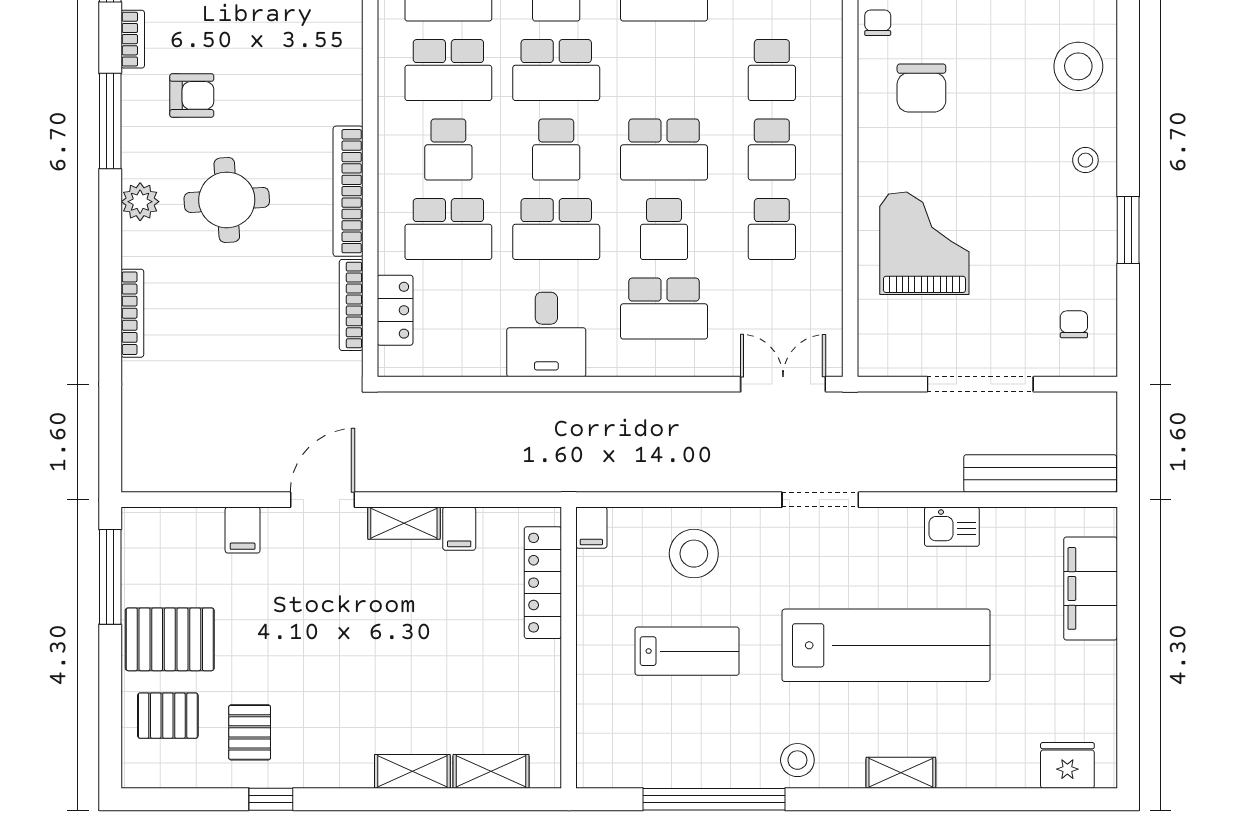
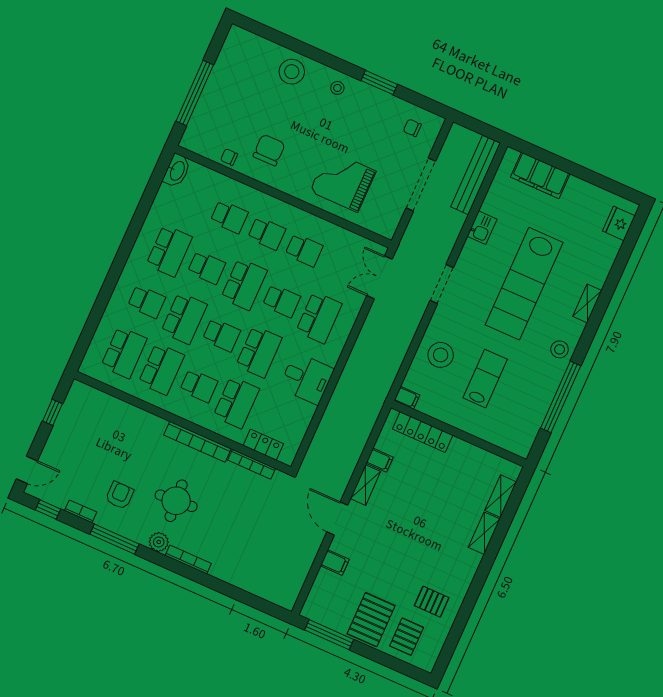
school desk: (664, 70) -> (207, 268), added
chair: (921, 88) -> (269, 150), turned -90
bookcase: (132, 313) -> (188, 559), moved
lab bench: (886, 645) -> (524, 284), turned 180
window: (271, 799) -> (468, 606), removed

